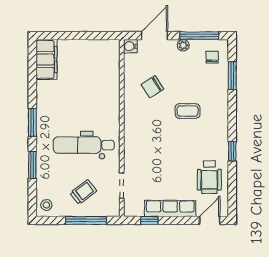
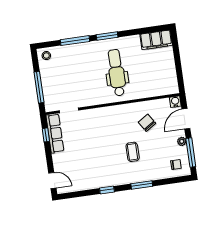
door: (155, 36) -> (186, 119), swing flipped
window: (232, 76) -> (142, 185), moved
dental chair: (84, 145) -> (117, 73), moved
window: (32, 165) -> (75, 41), width x1.44
wheelchair: (209, 177) -> (85, 175), removed
trolley: (83, 192) -> (60, 82), removed
row of seats: (170, 208) -> (55, 133), moved

